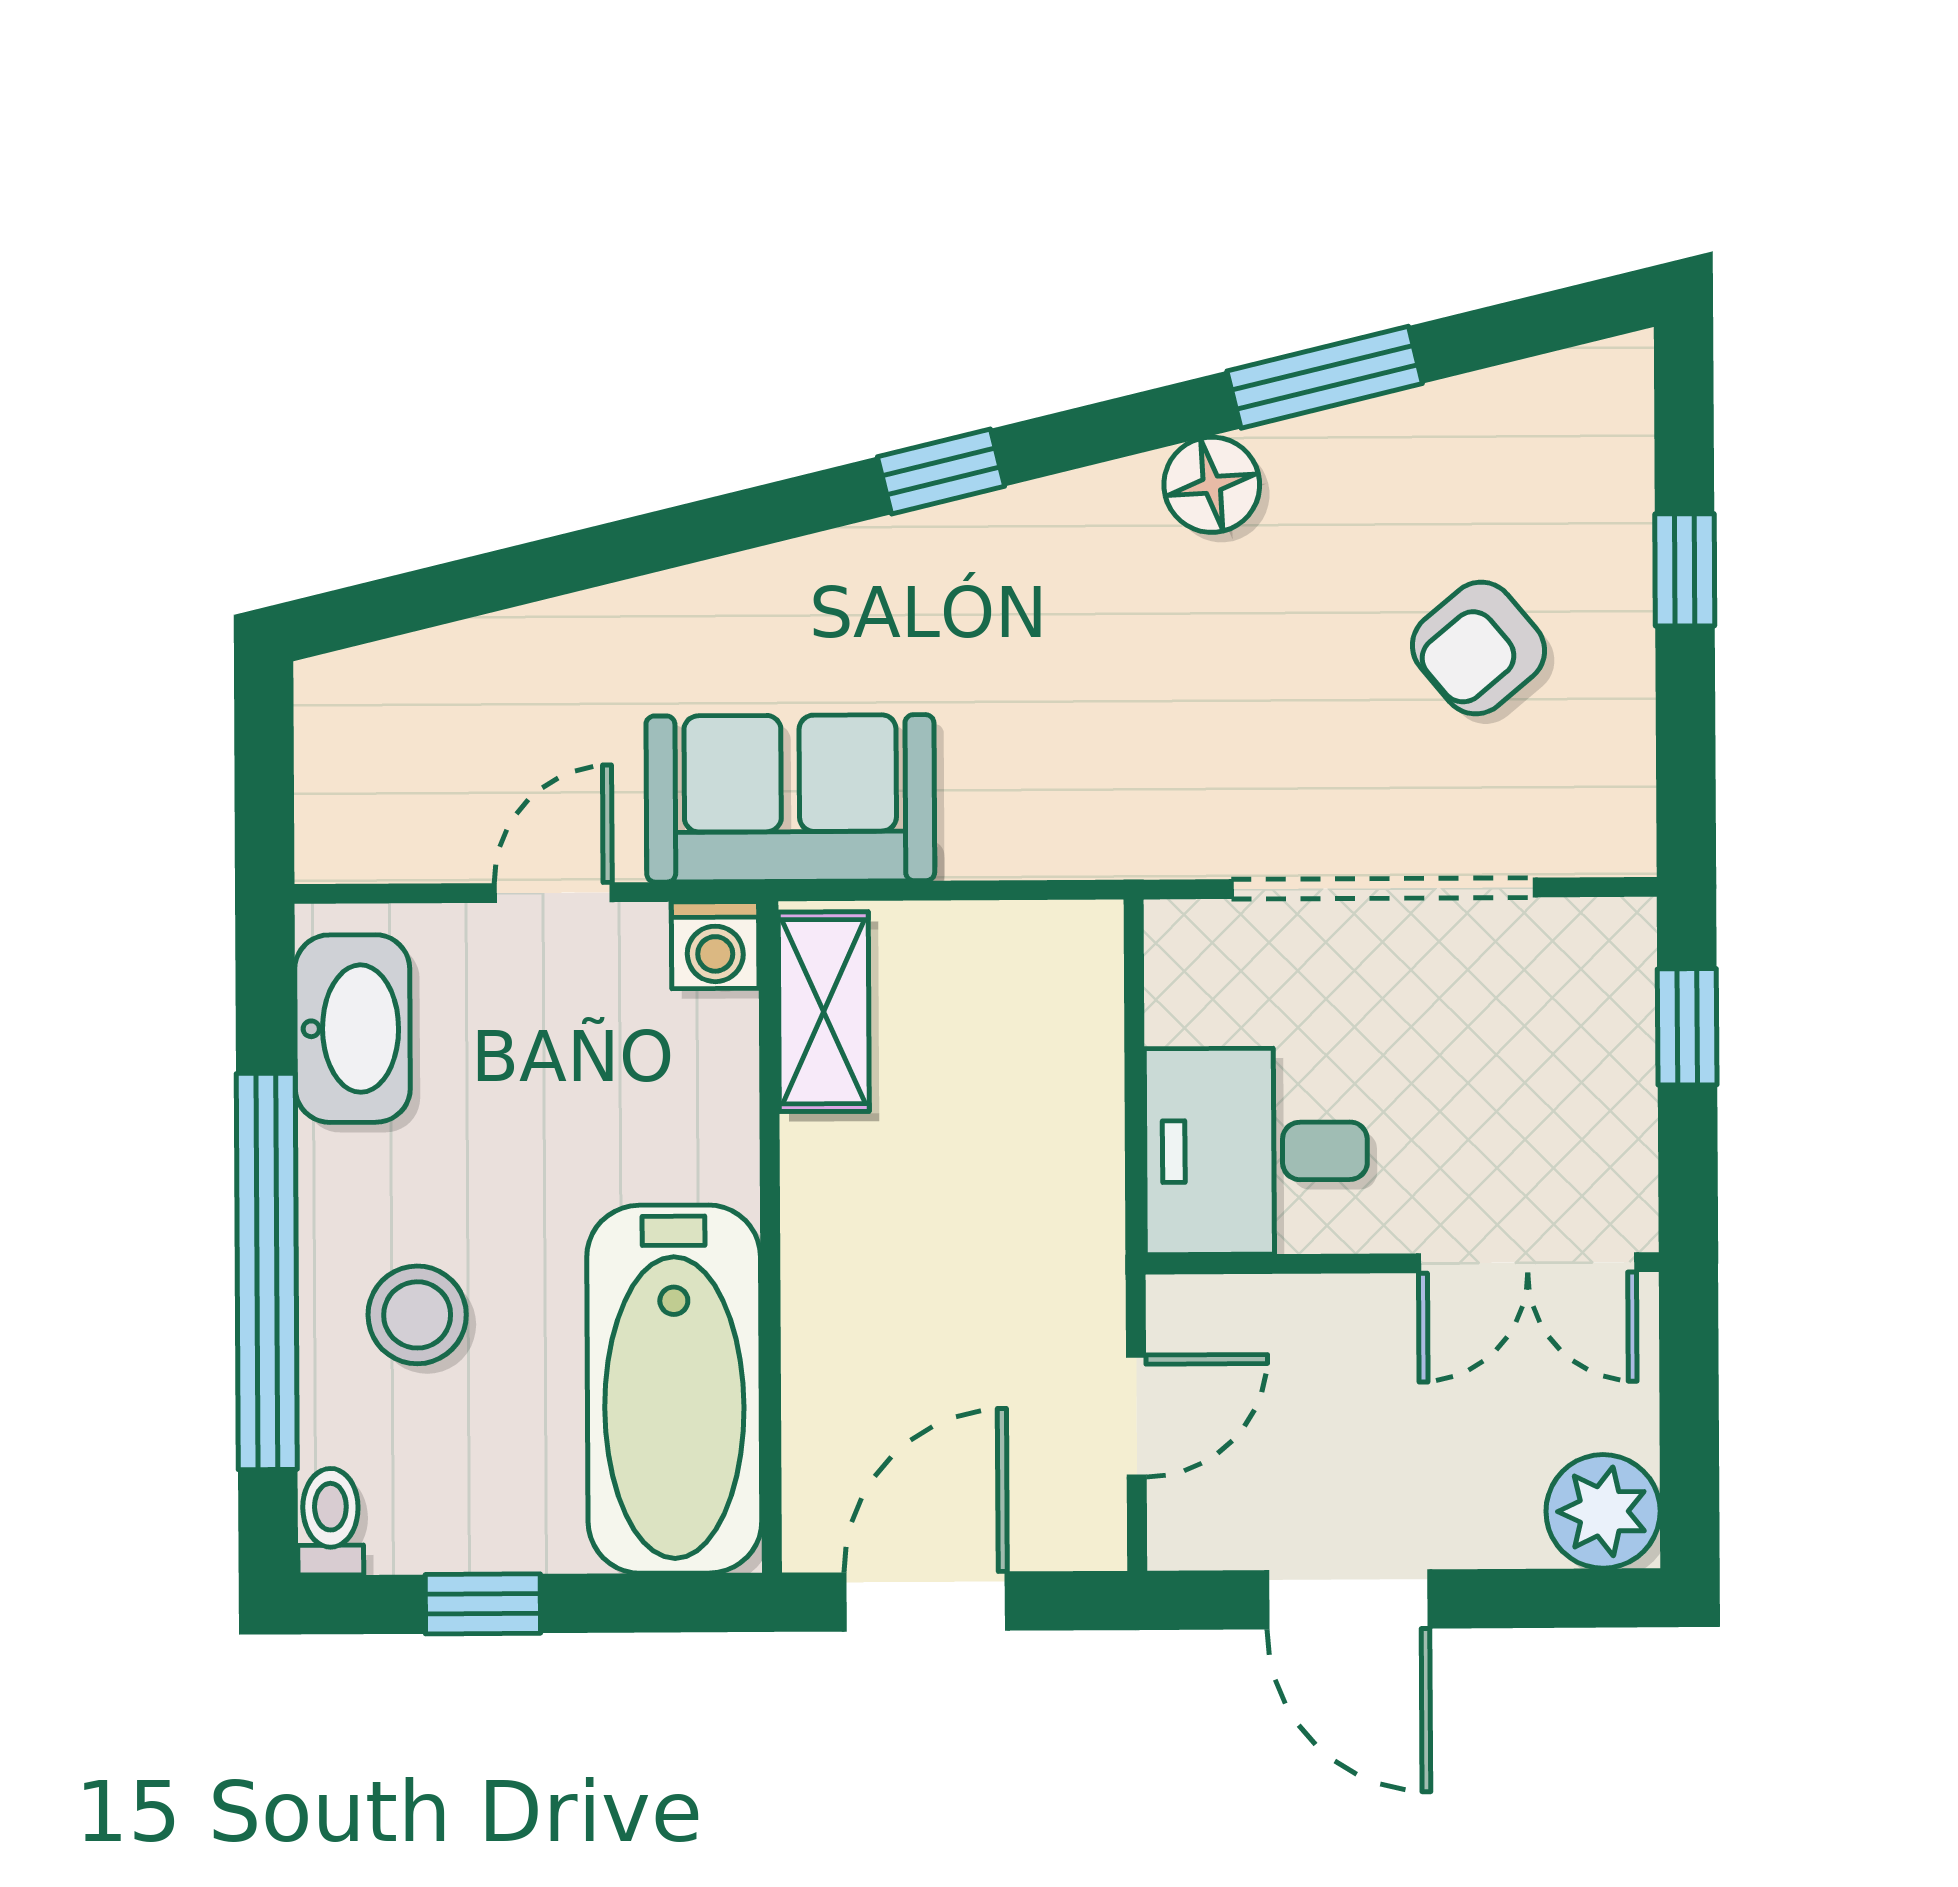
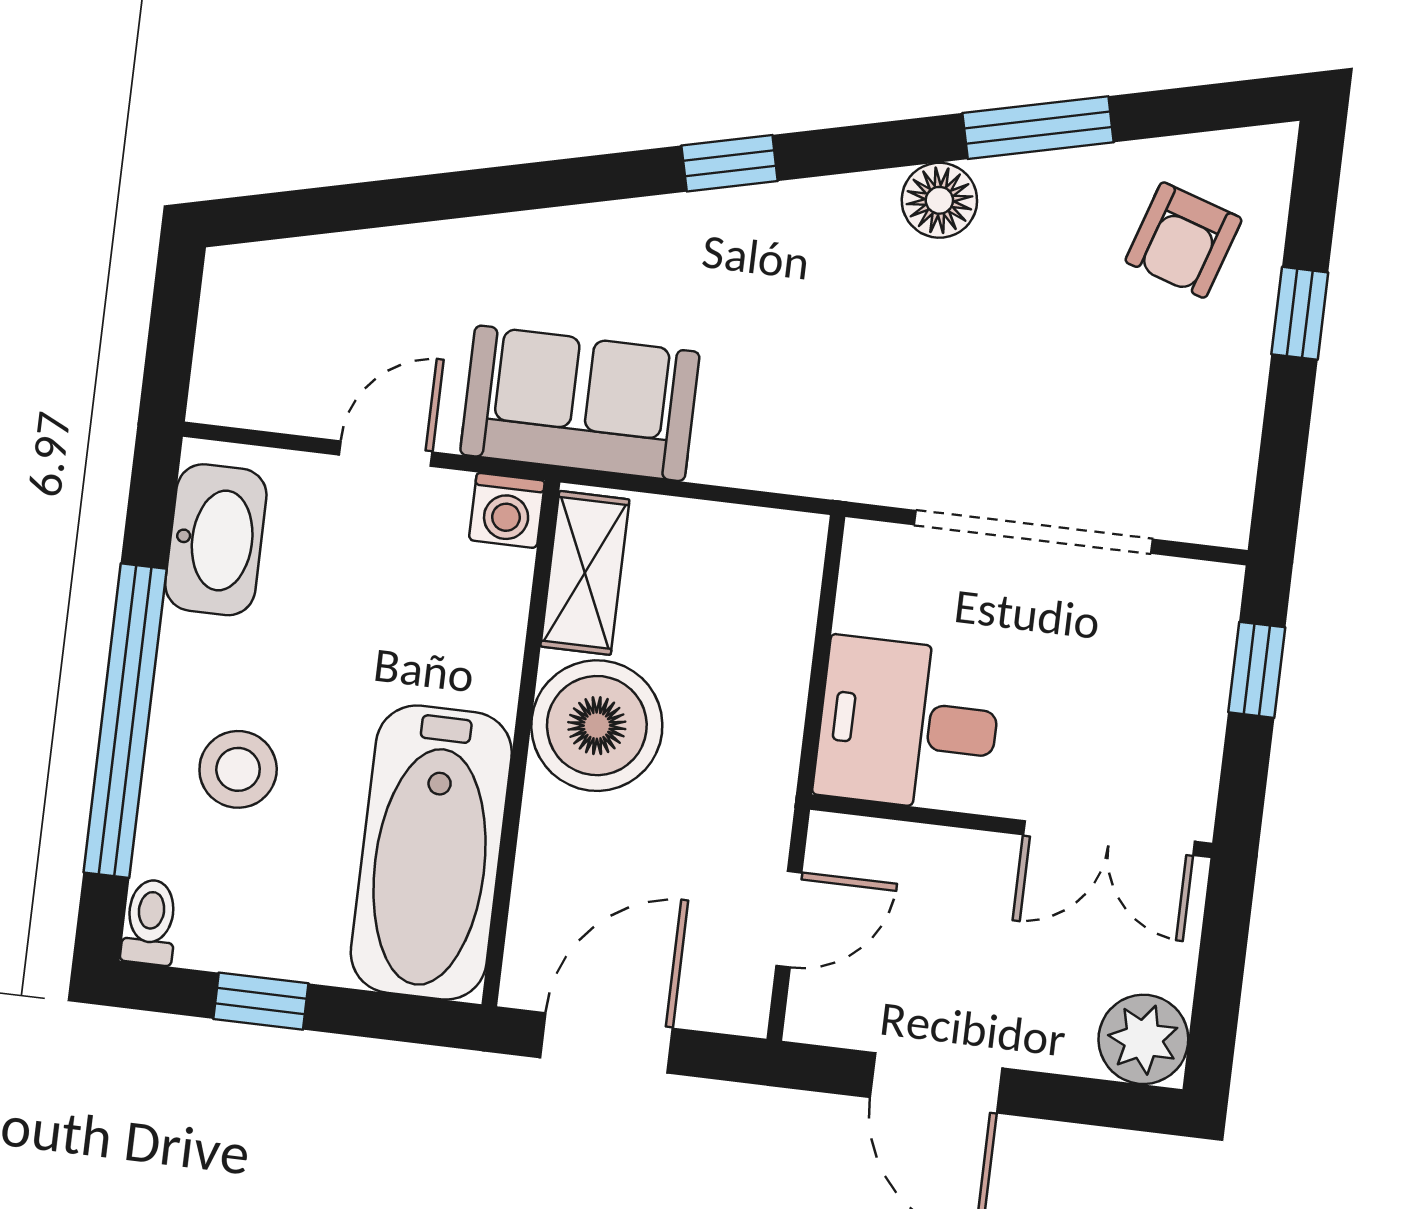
armchair: (1478, 648) -> (1183, 240), moved, turned -32
boiler: (863, 1202) -> (597, 726), added

